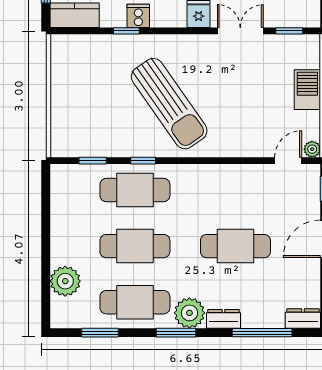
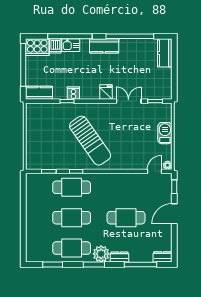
plant: (65, 281) -> (34, 237), removed

